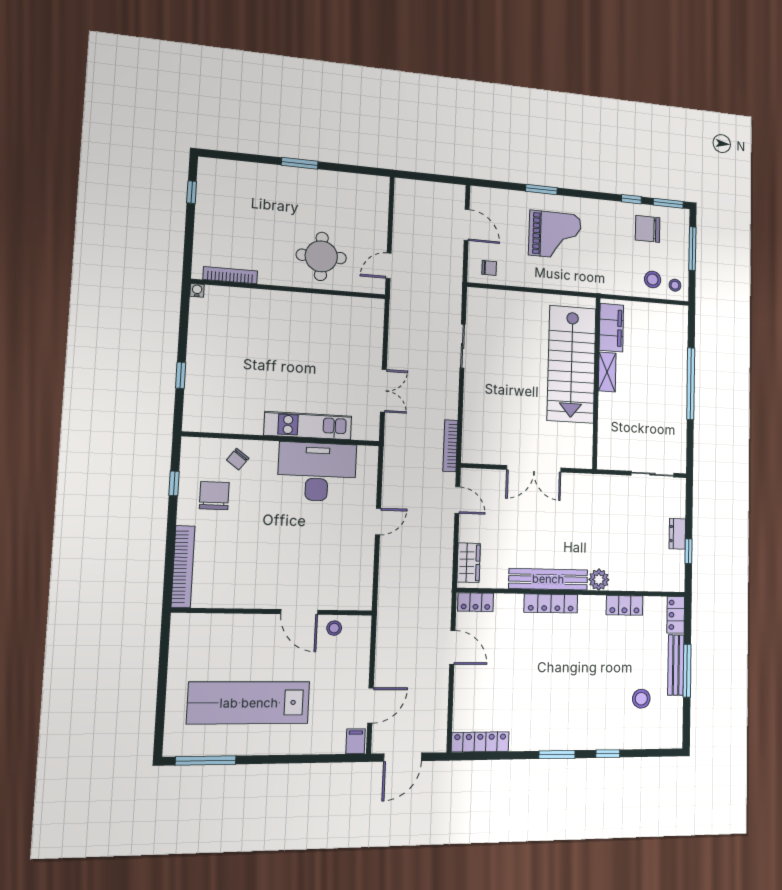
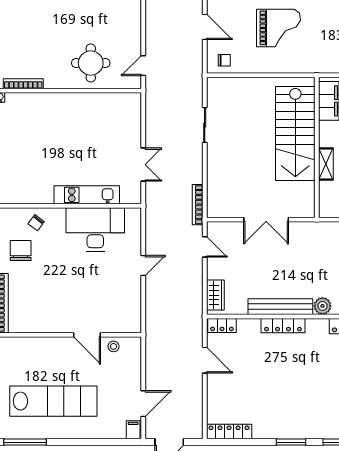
shelving: (607, 372) -> (326, 164), moved
lab bench: (249, 703) -> (53, 401), turned 180

